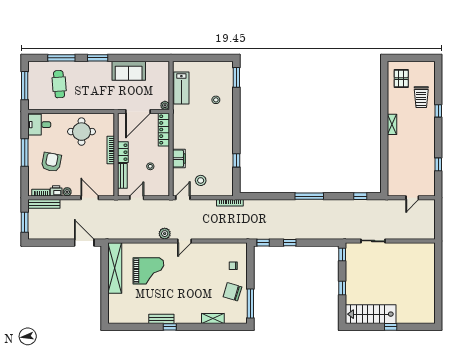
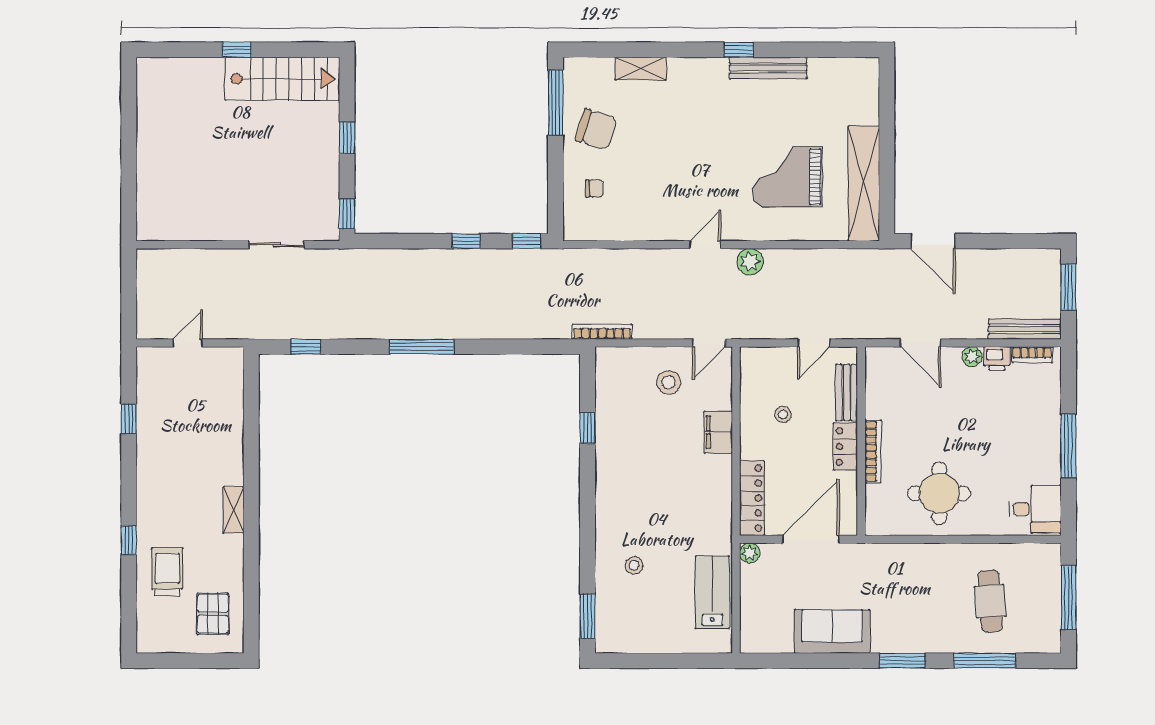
armchair: (51, 162) -> (1008, 424), removed
bench: (161, 319) -> (768, 68), width x1.36

